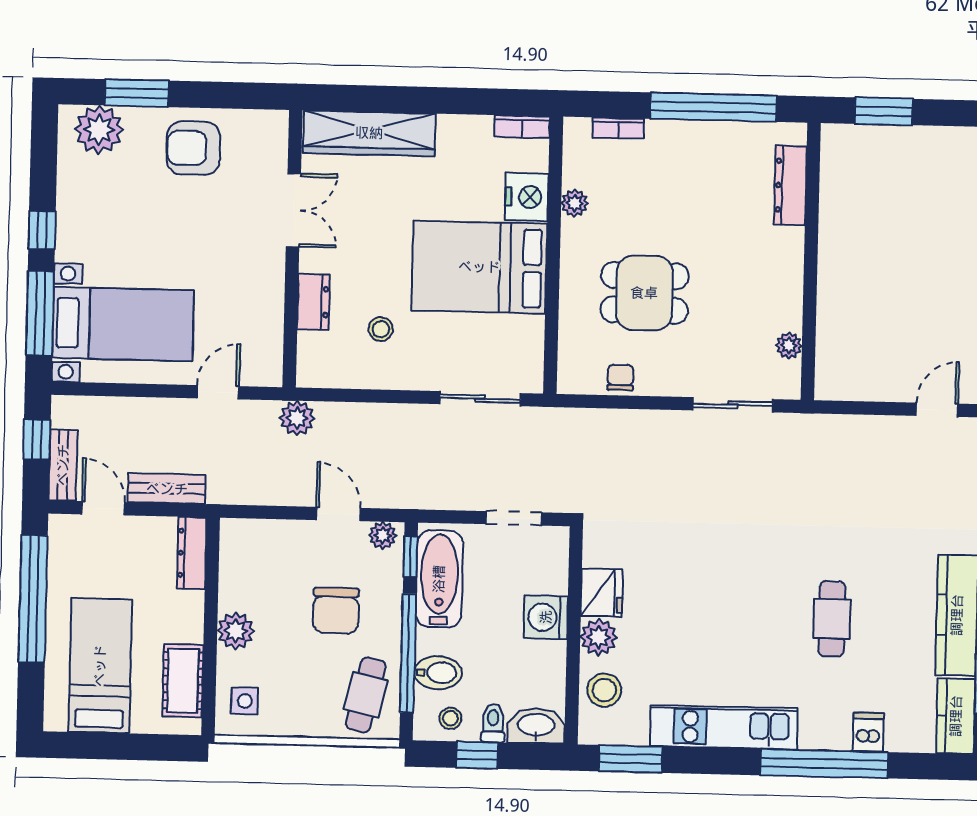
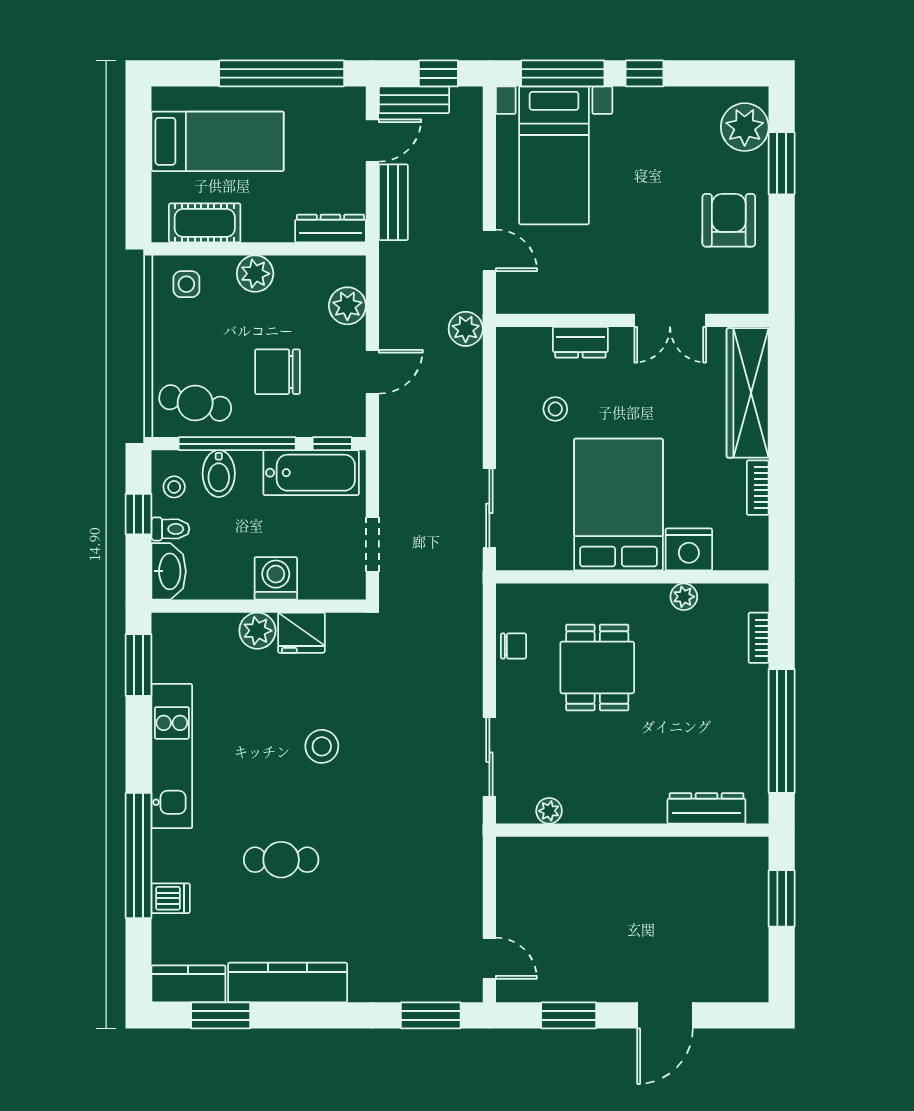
bookcase: (522, 127) -> (758, 488), moved
plant: (383, 535) -> (347, 306), moved, width x1.38, depth x1.38
stool: (604, 690) -> (322, 746), moved

